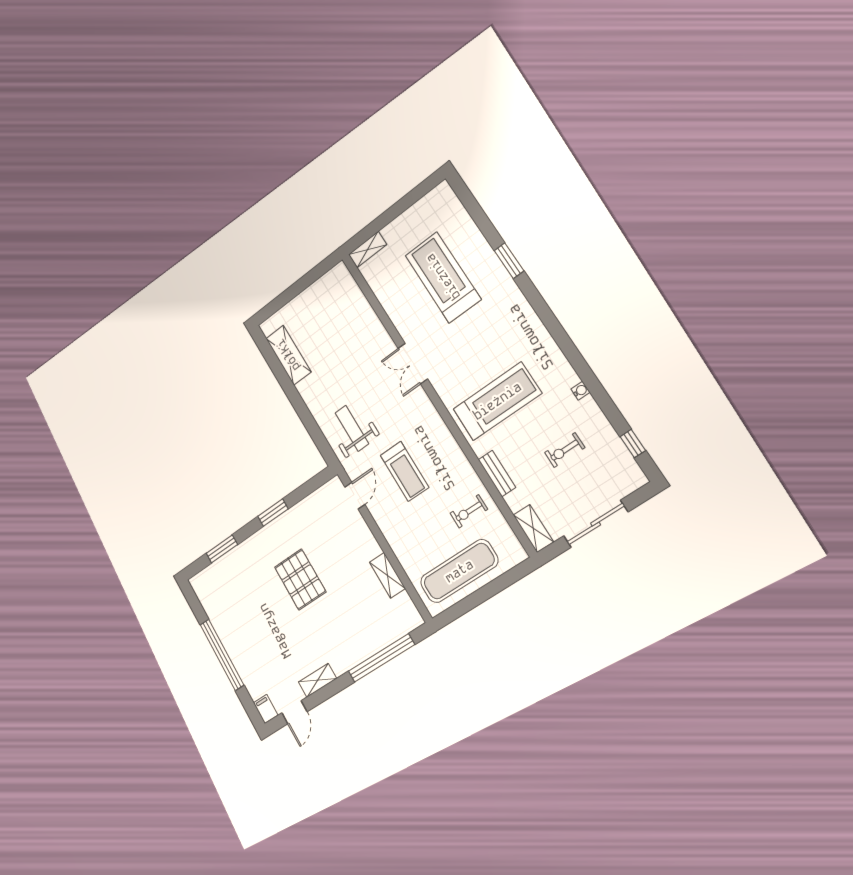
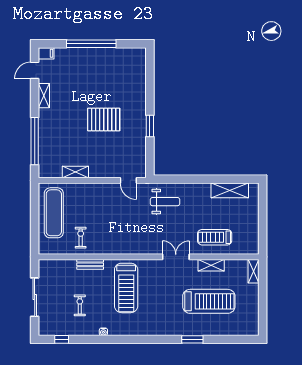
treadmill: (405, 471) -> (215, 237), moved
shelving: (533, 528) -> (211, 265), moved
window: (222, 549) -> (150, 81), removed
door: (294, 712) -> (35, 70), hinge flipped

